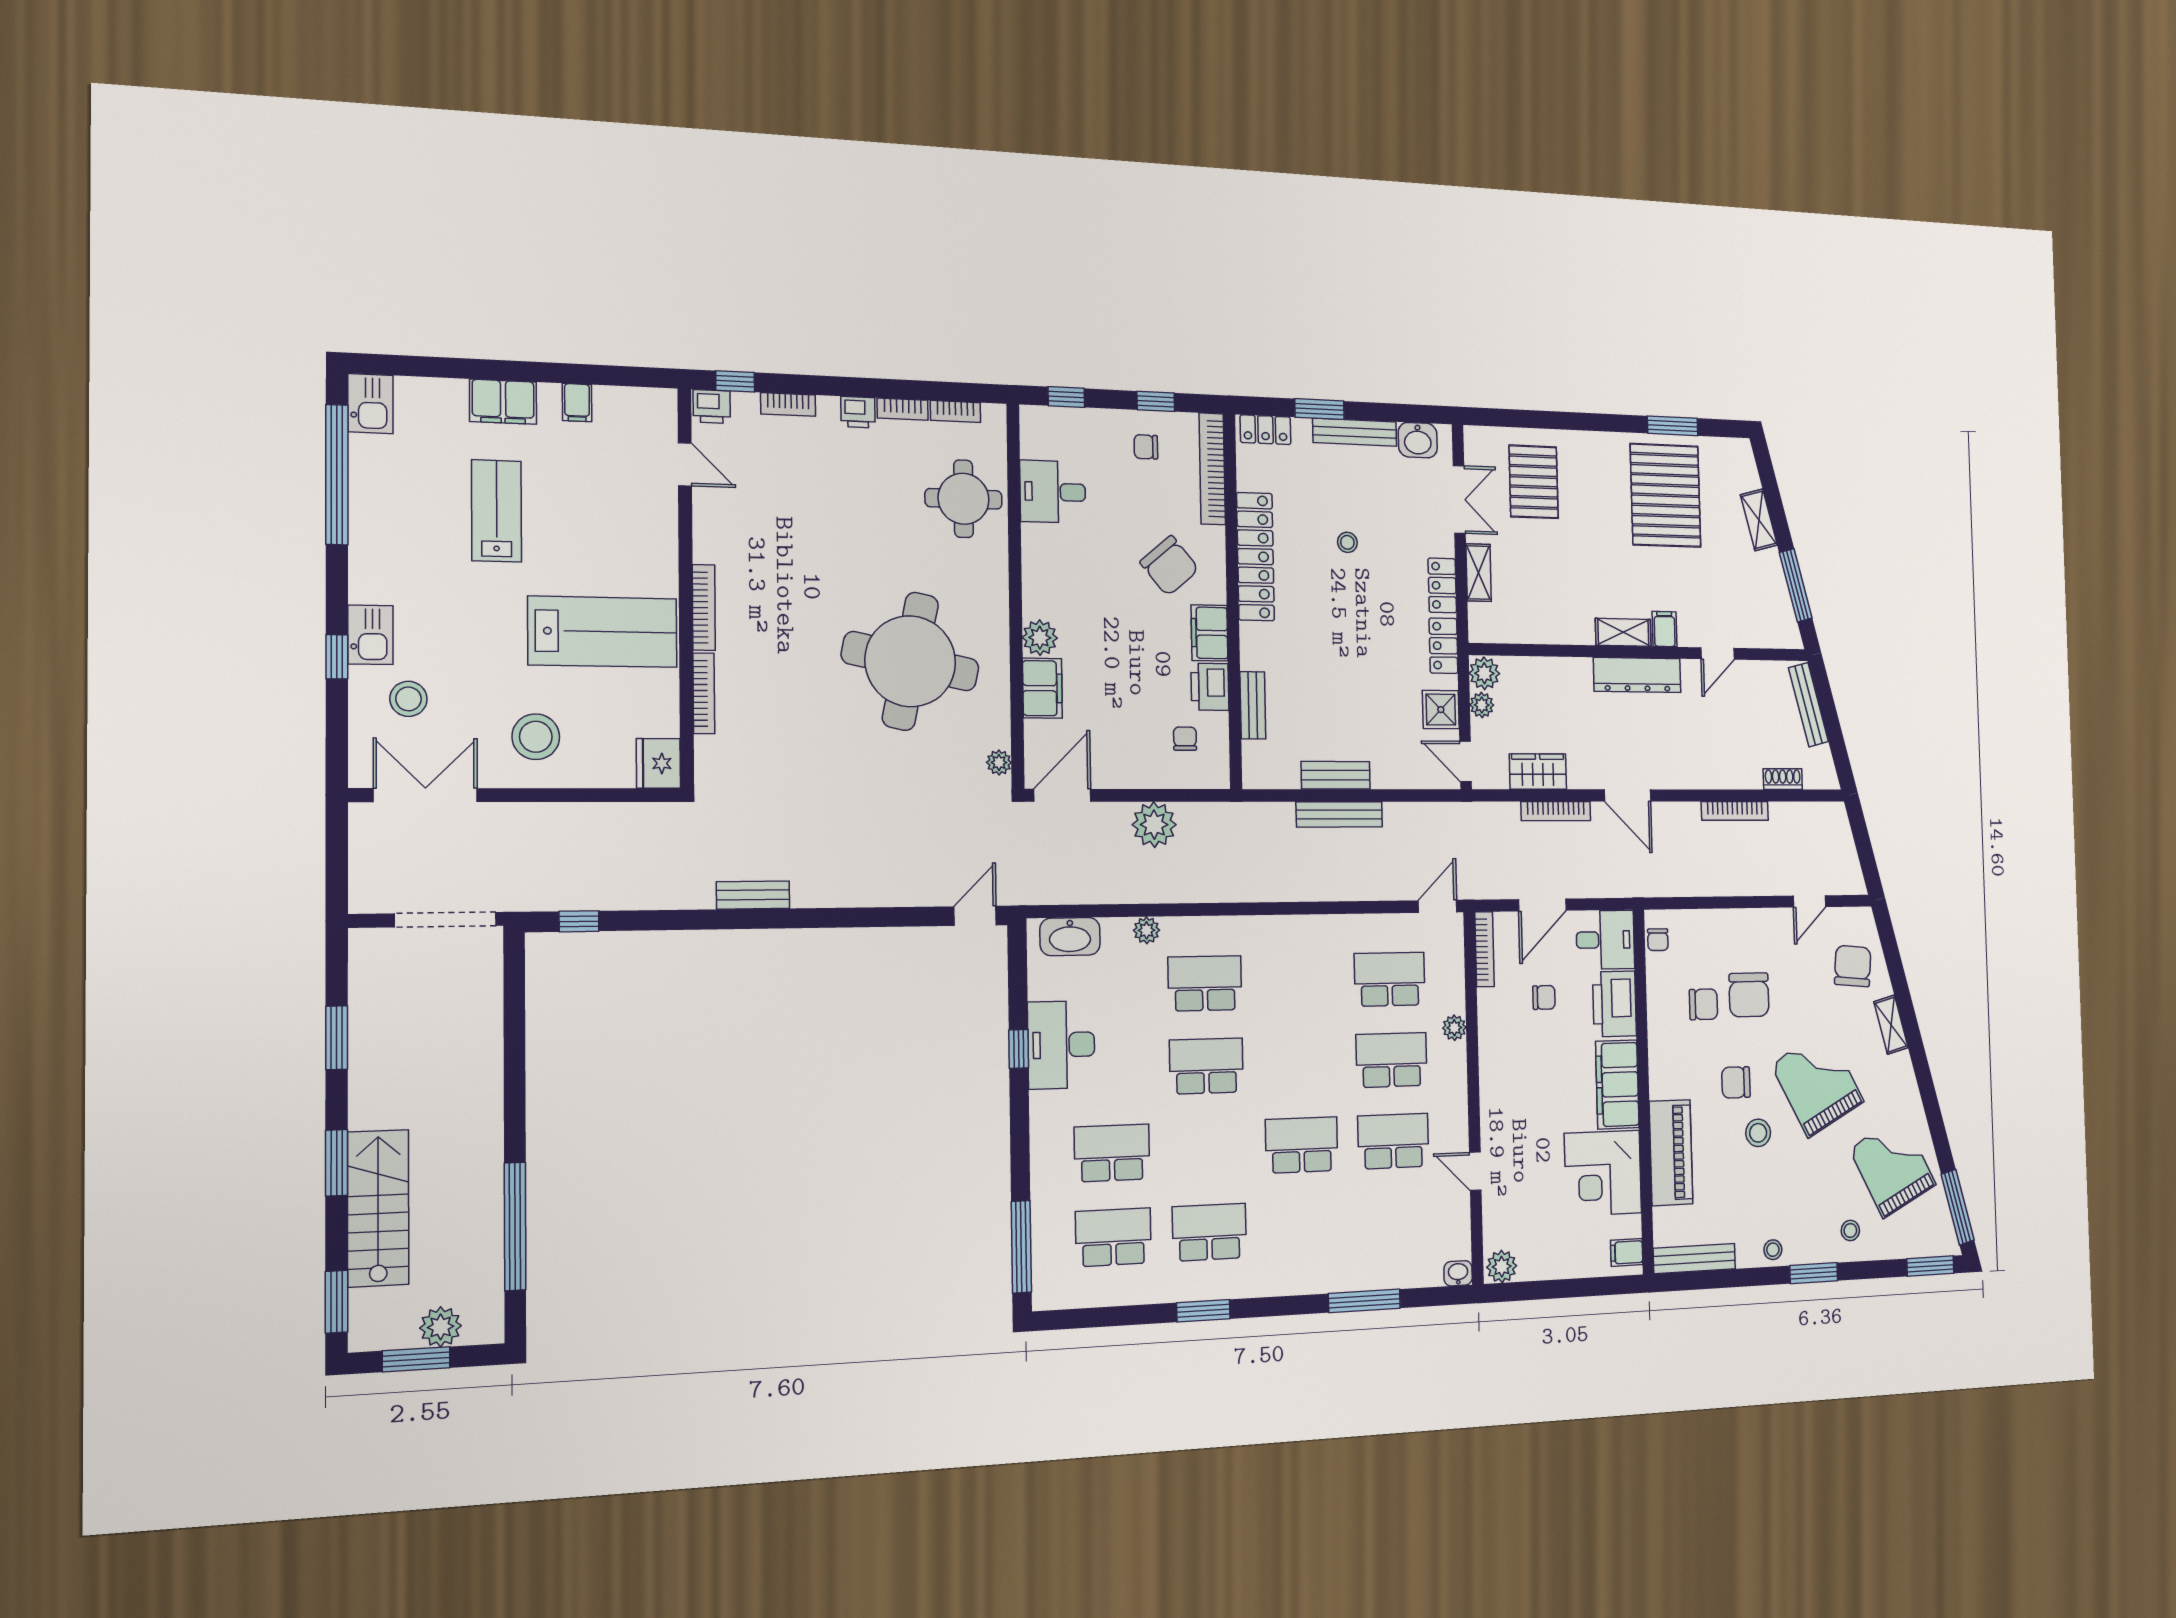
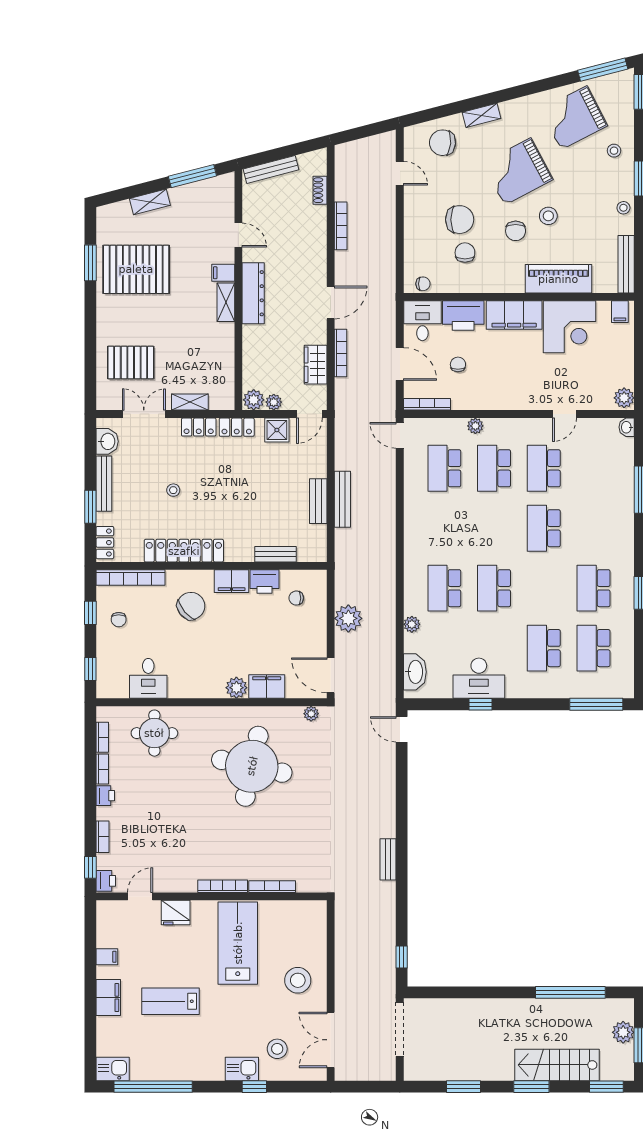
fridge: (658, 763) -> (176, 913), moved

